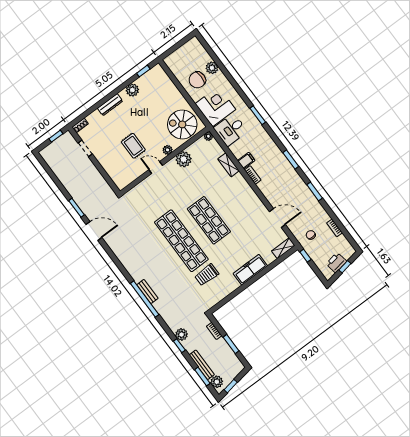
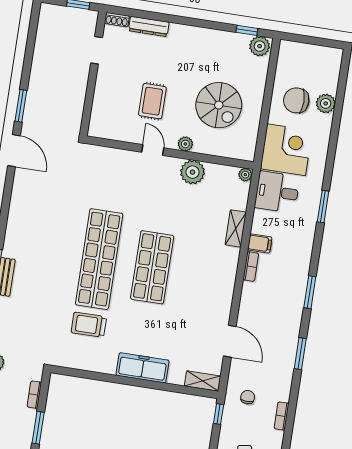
plant: (132, 90) -> (260, 46), moved
dresser: (110, 105) -> (149, 26), moved
spiral stairs: (182, 124) -> (219, 105), moved, turned 180

